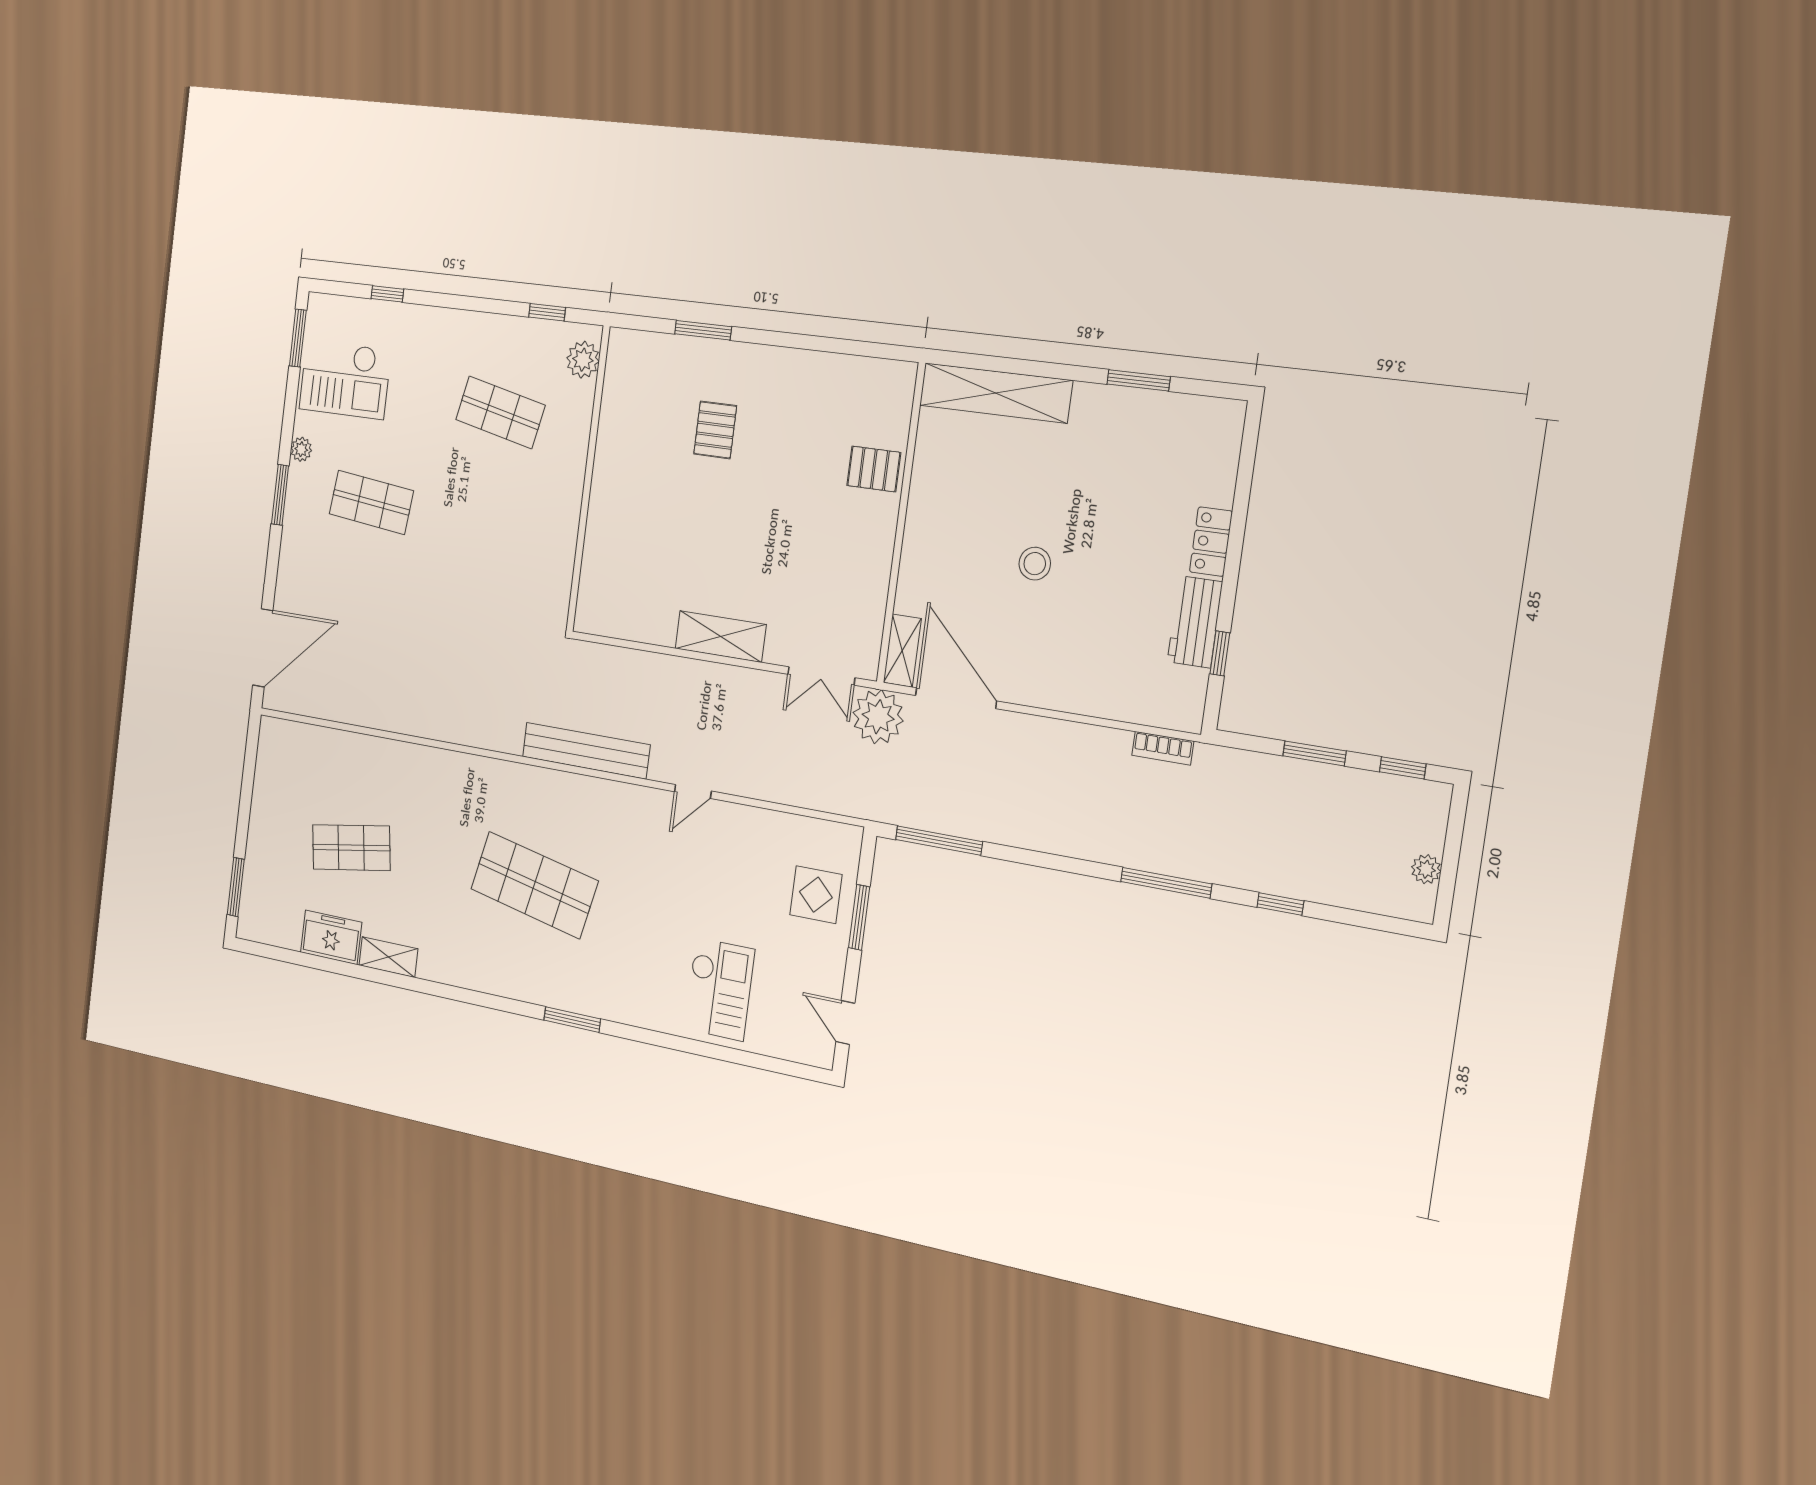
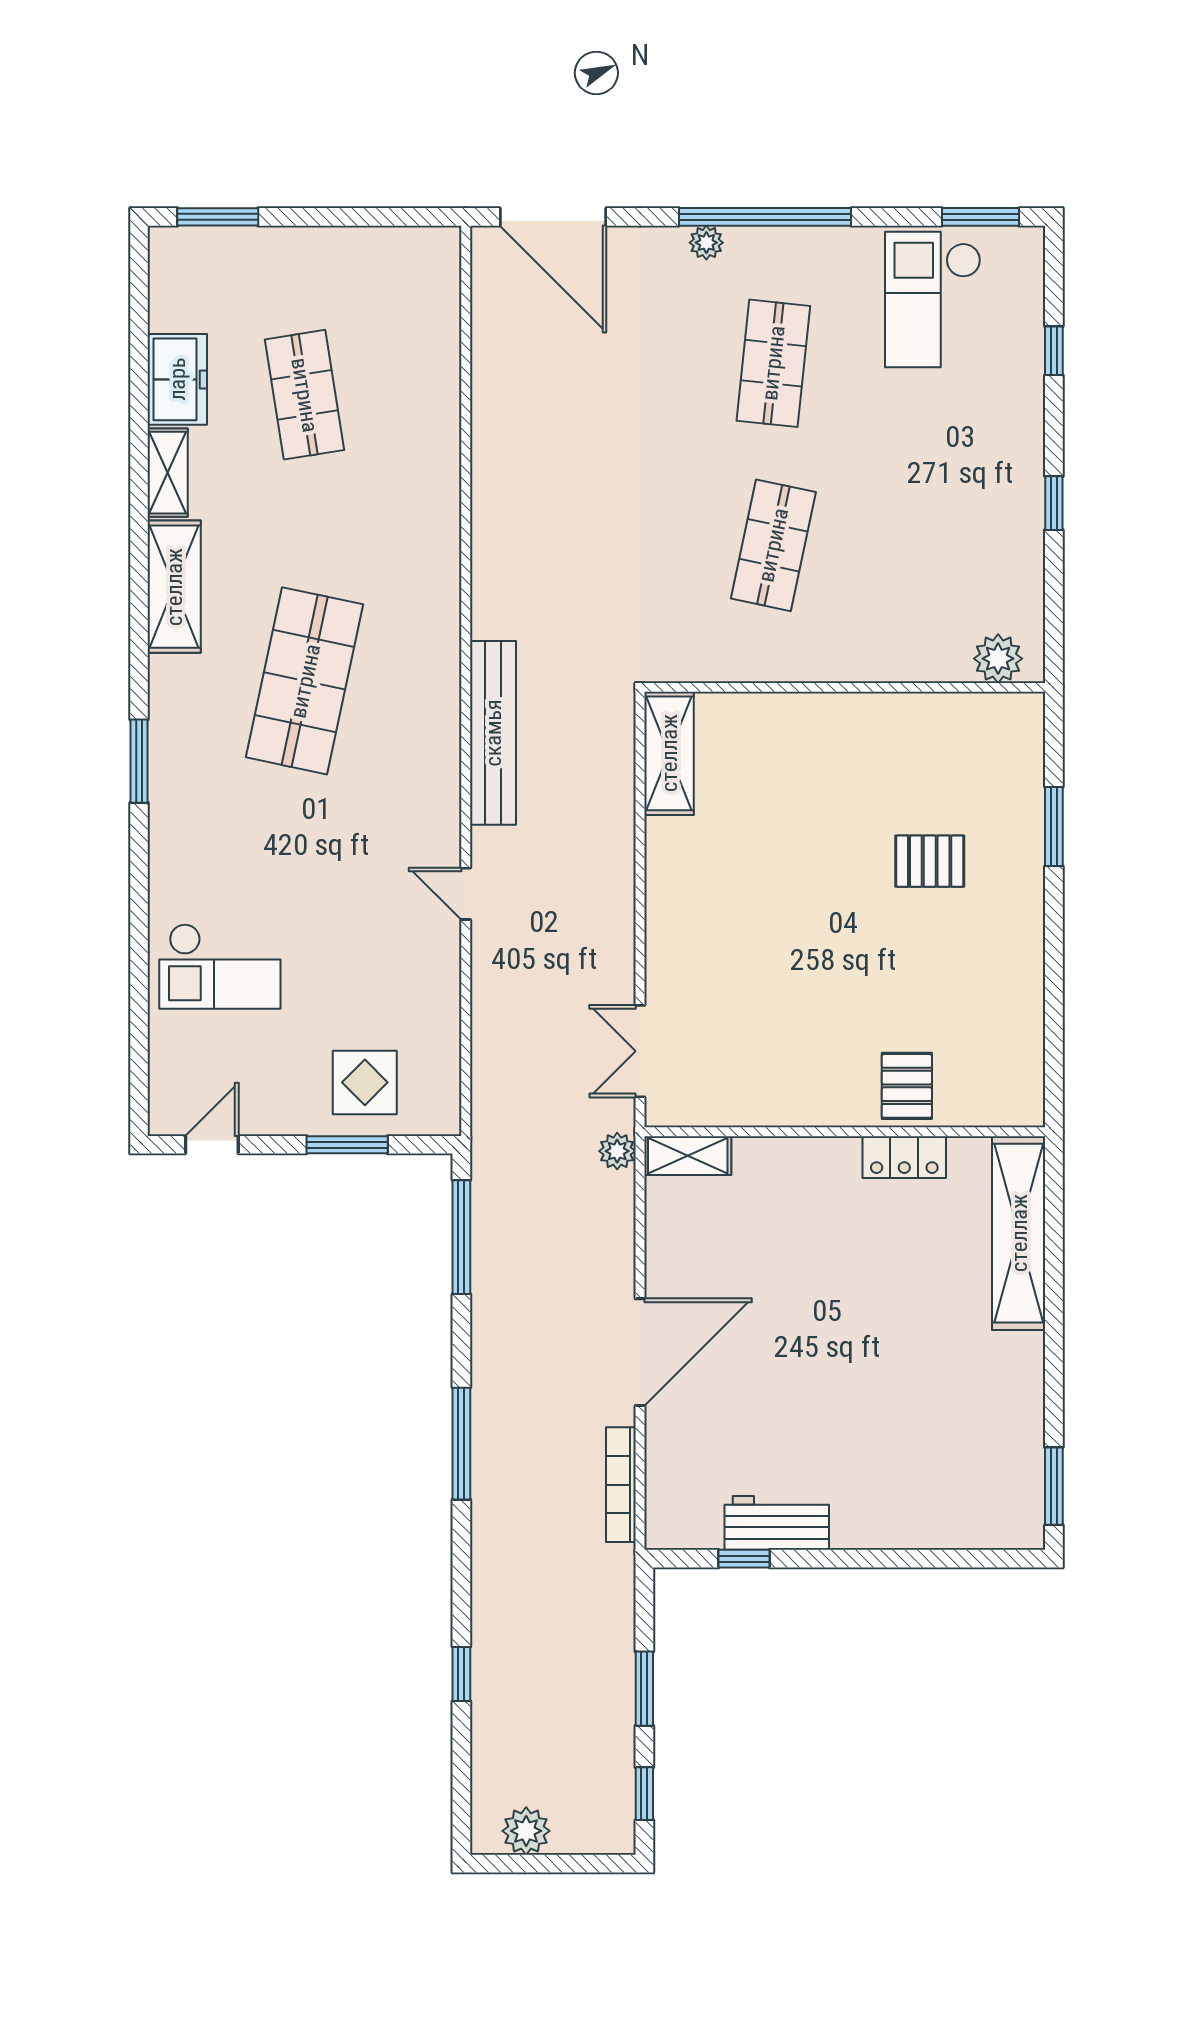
window: (547, 312) -> (1054, 503), moved
window: (1139, 380) -> (1054, 1486), moved
shop shelf: (500, 412) -> (773, 545), moved
plant: (301, 449) -> (706, 243), moved
window: (280, 495) -> (765, 217), width x2.11
locker: (1211, 542) -> (904, 1157), moved, turned 180
stool: (1035, 564) -> (818, 1313), removed
shelving: (720, 637) -> (669, 753), moved
door: (956, 698) -> (640, 1352), moved
plant: (878, 717) -> (617, 1151), width x0.53, depth x0.53
bookcase: (1163, 748) -> (621, 1485), width x1.56
plant: (1426, 869) -> (526, 1831), width x1.38, depth x1.38
window: (1166, 883) -> (461, 1444), moved
shelving: (461, 968) -> (174, 587), added

